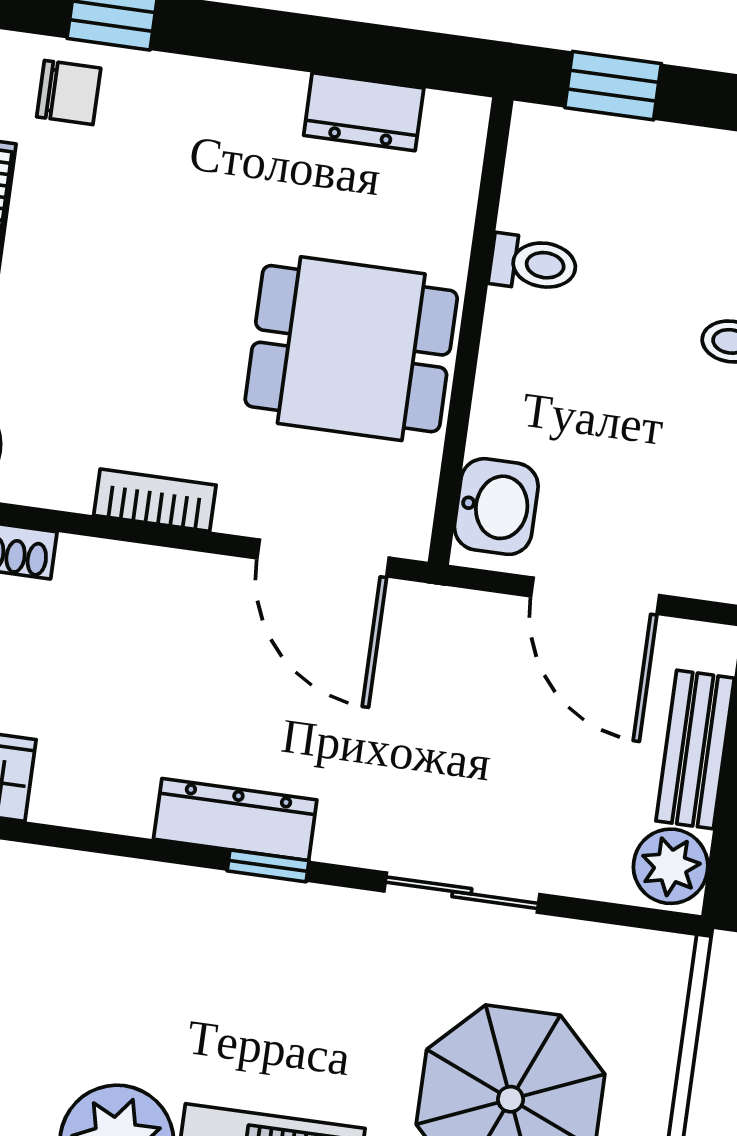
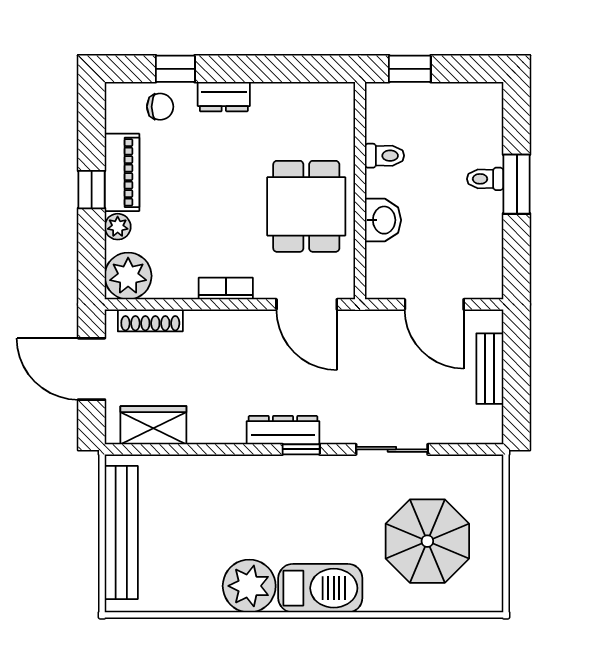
dresser: (364, 112) -> (224, 97), moved
dining table: (351, 349) -> (306, 206), turned 90
washbasin: (496, 507) -> (383, 220), moved
plant: (671, 866) -> (486, 424), removed

